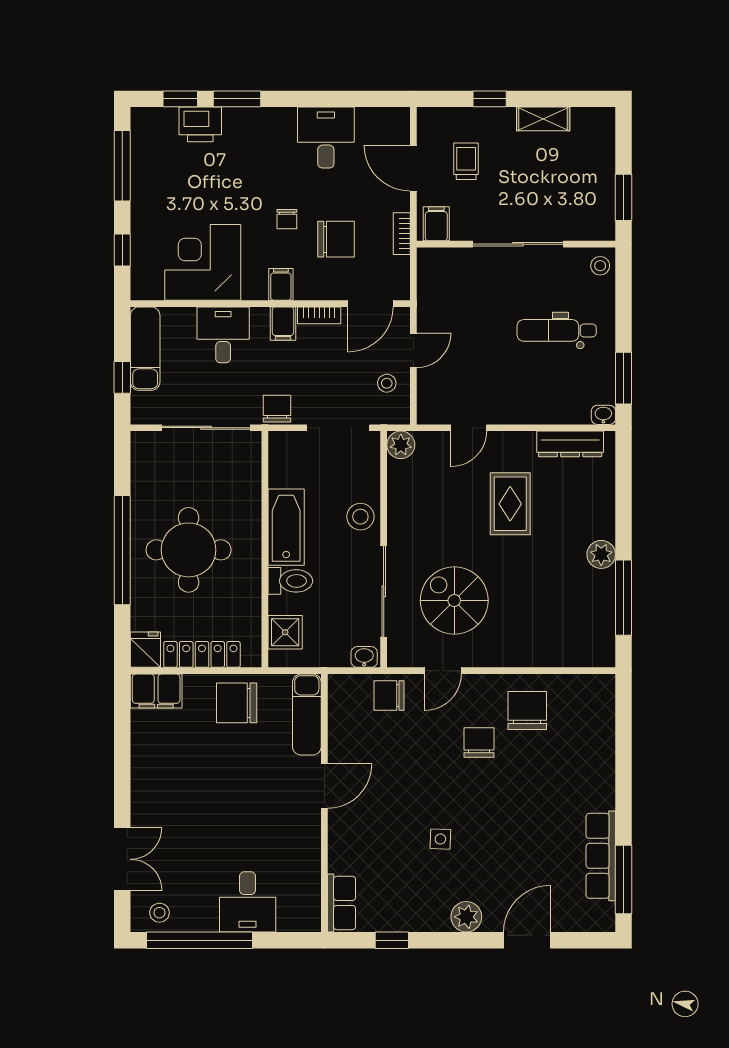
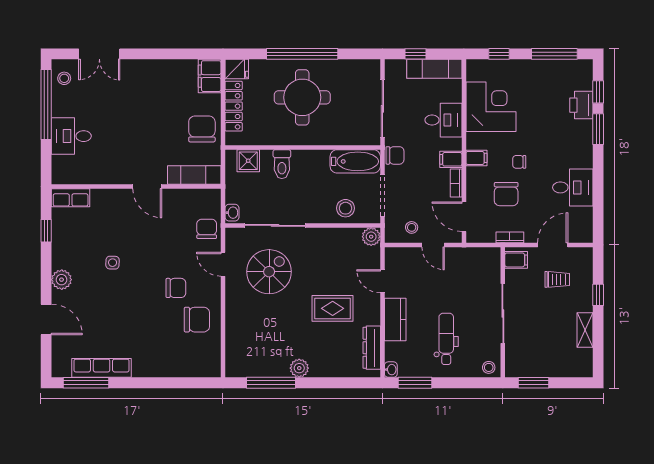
kitchen counter: (527, 408) -> (395, 319), added
stool: (360, 517) -> (345, 208), moved
bathtub: (286, 527) -> (355, 161), moved

